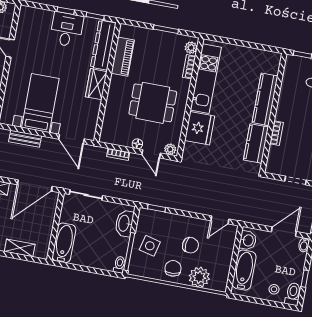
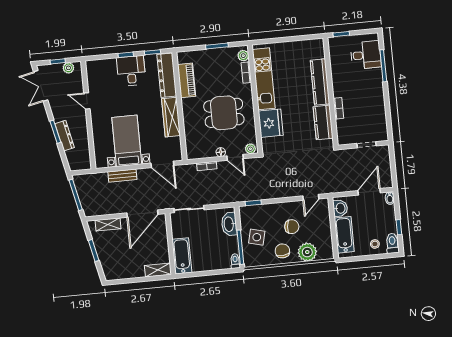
wardrobe: (96, 84) -> (171, 117), width x1.50
shelving: (20, 248) -> (158, 270), moved

